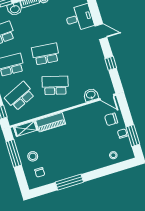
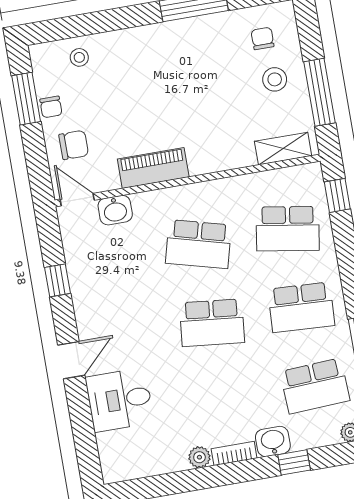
door: (101, 32) -> (71, 360), swing flipped
school desk: (20, 96) -> (288, 229), turned 33
piano: (51, 122) -> (153, 168), moved

